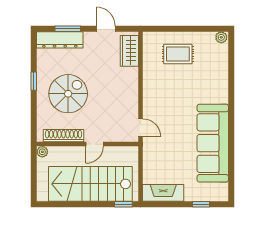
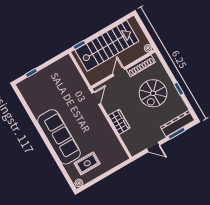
wardrobe: (129, 51) -> (119, 122), moved
rug: (178, 54) -> (87, 163), moved
door: (140, 128) -> (96, 98), swing flipped
sofa: (213, 143) -> (59, 137), moved
fireplace: (163, 193) -> (59, 66), removed

